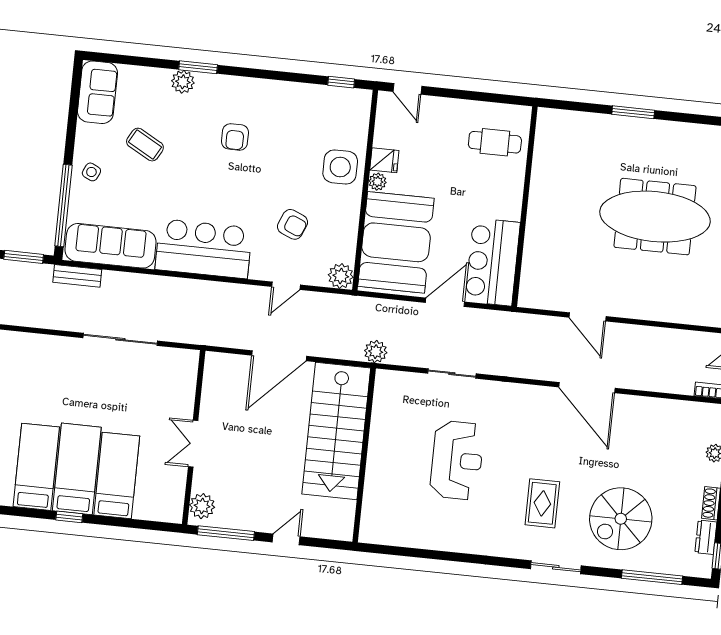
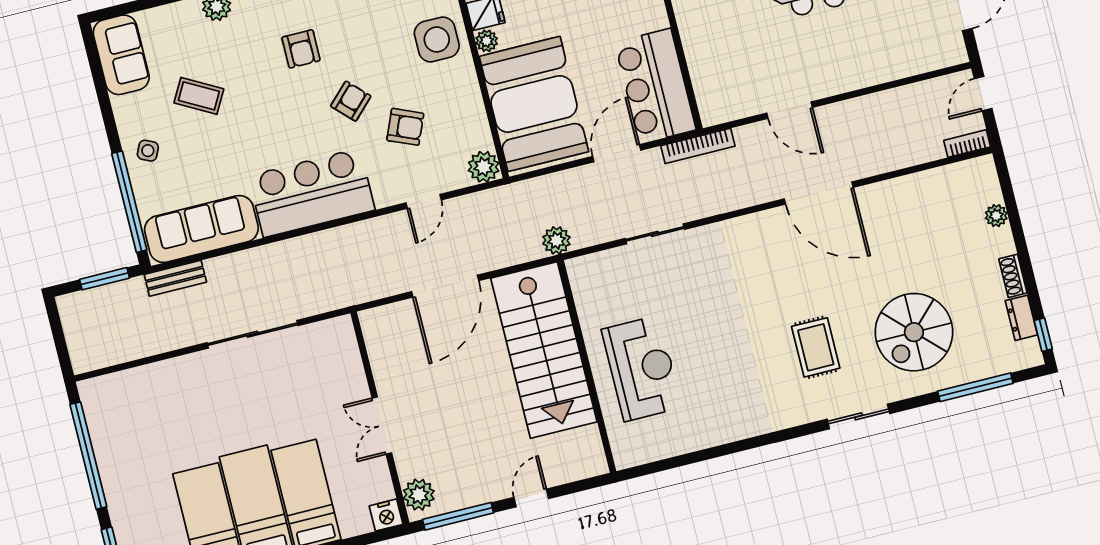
armchair: (258, 190) -> (351, 101), added
bookcase: (508, 319) -> (698, 146), added
reception desk: (457, 460) -> (642, 368), moved
nightstand: (172, 513) -> (386, 515), added

